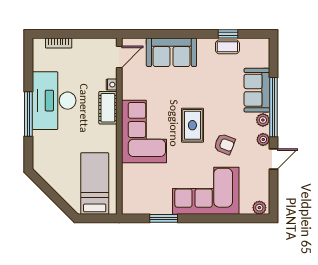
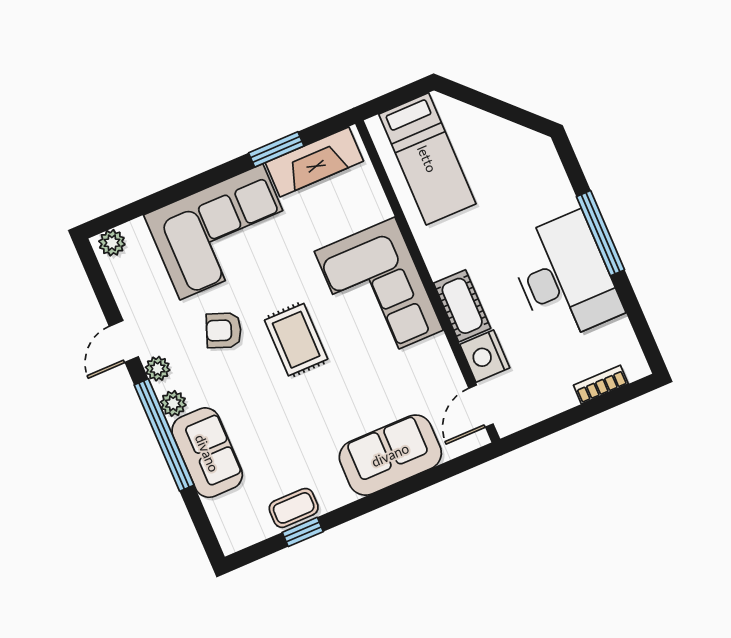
nightstand: (112, 85) -> (485, 356), width x1.89, depth x1.79
fireplace: (148, 205) -> (314, 162), added

